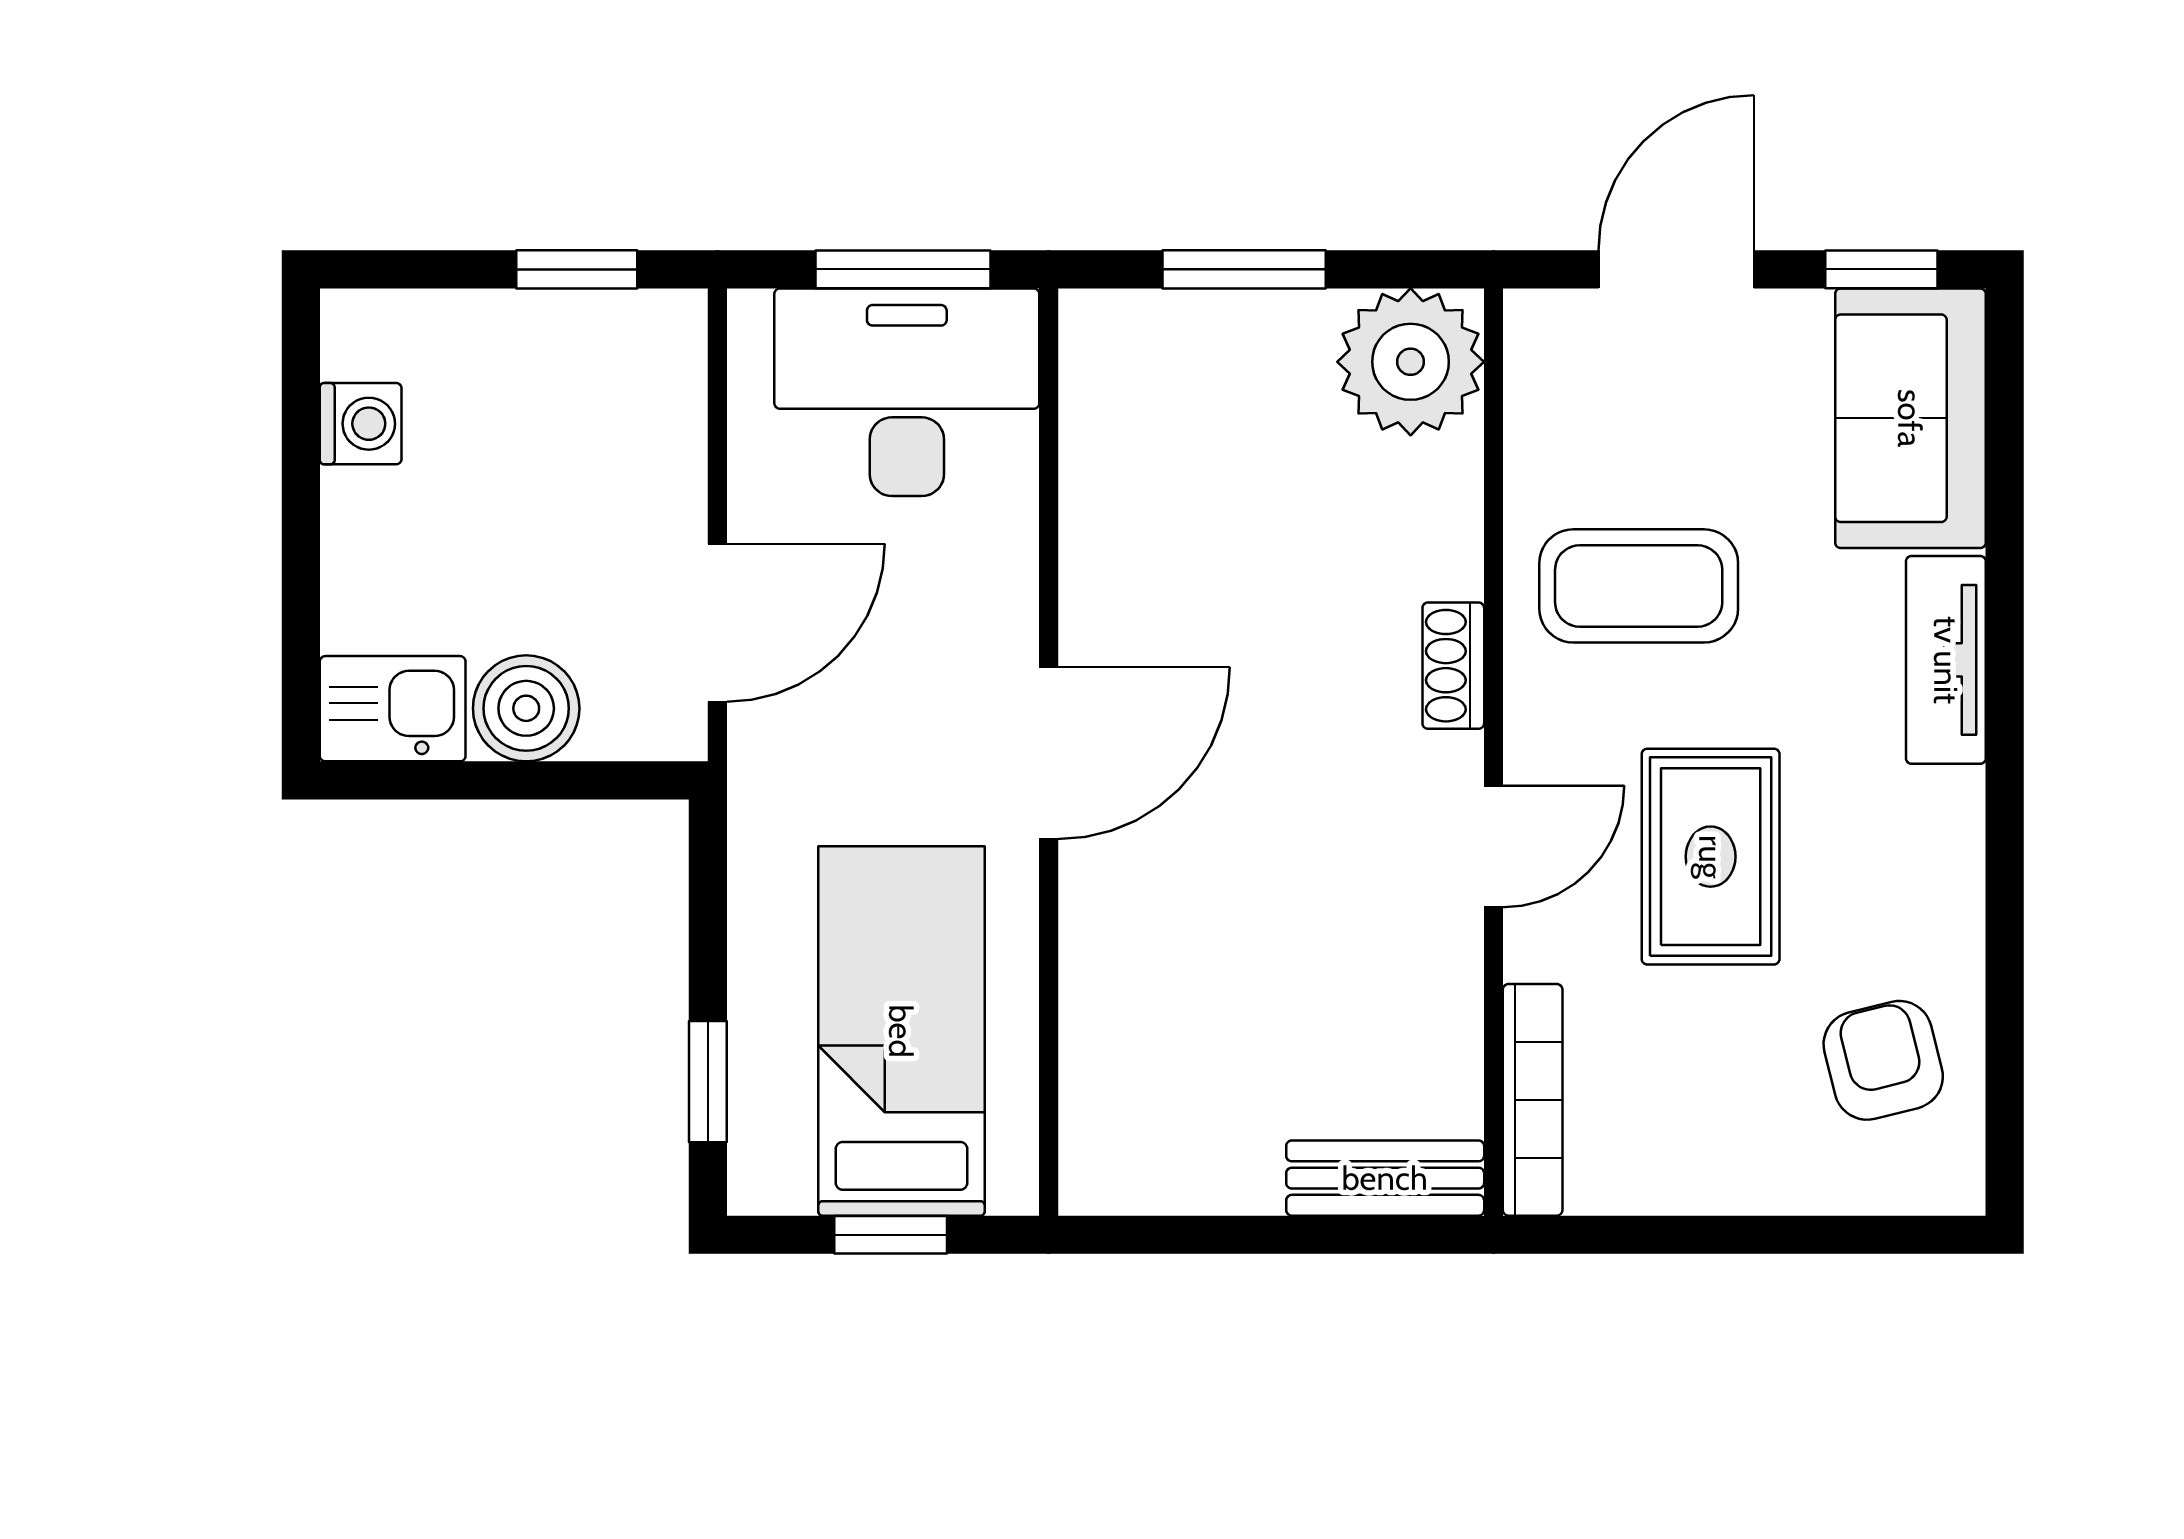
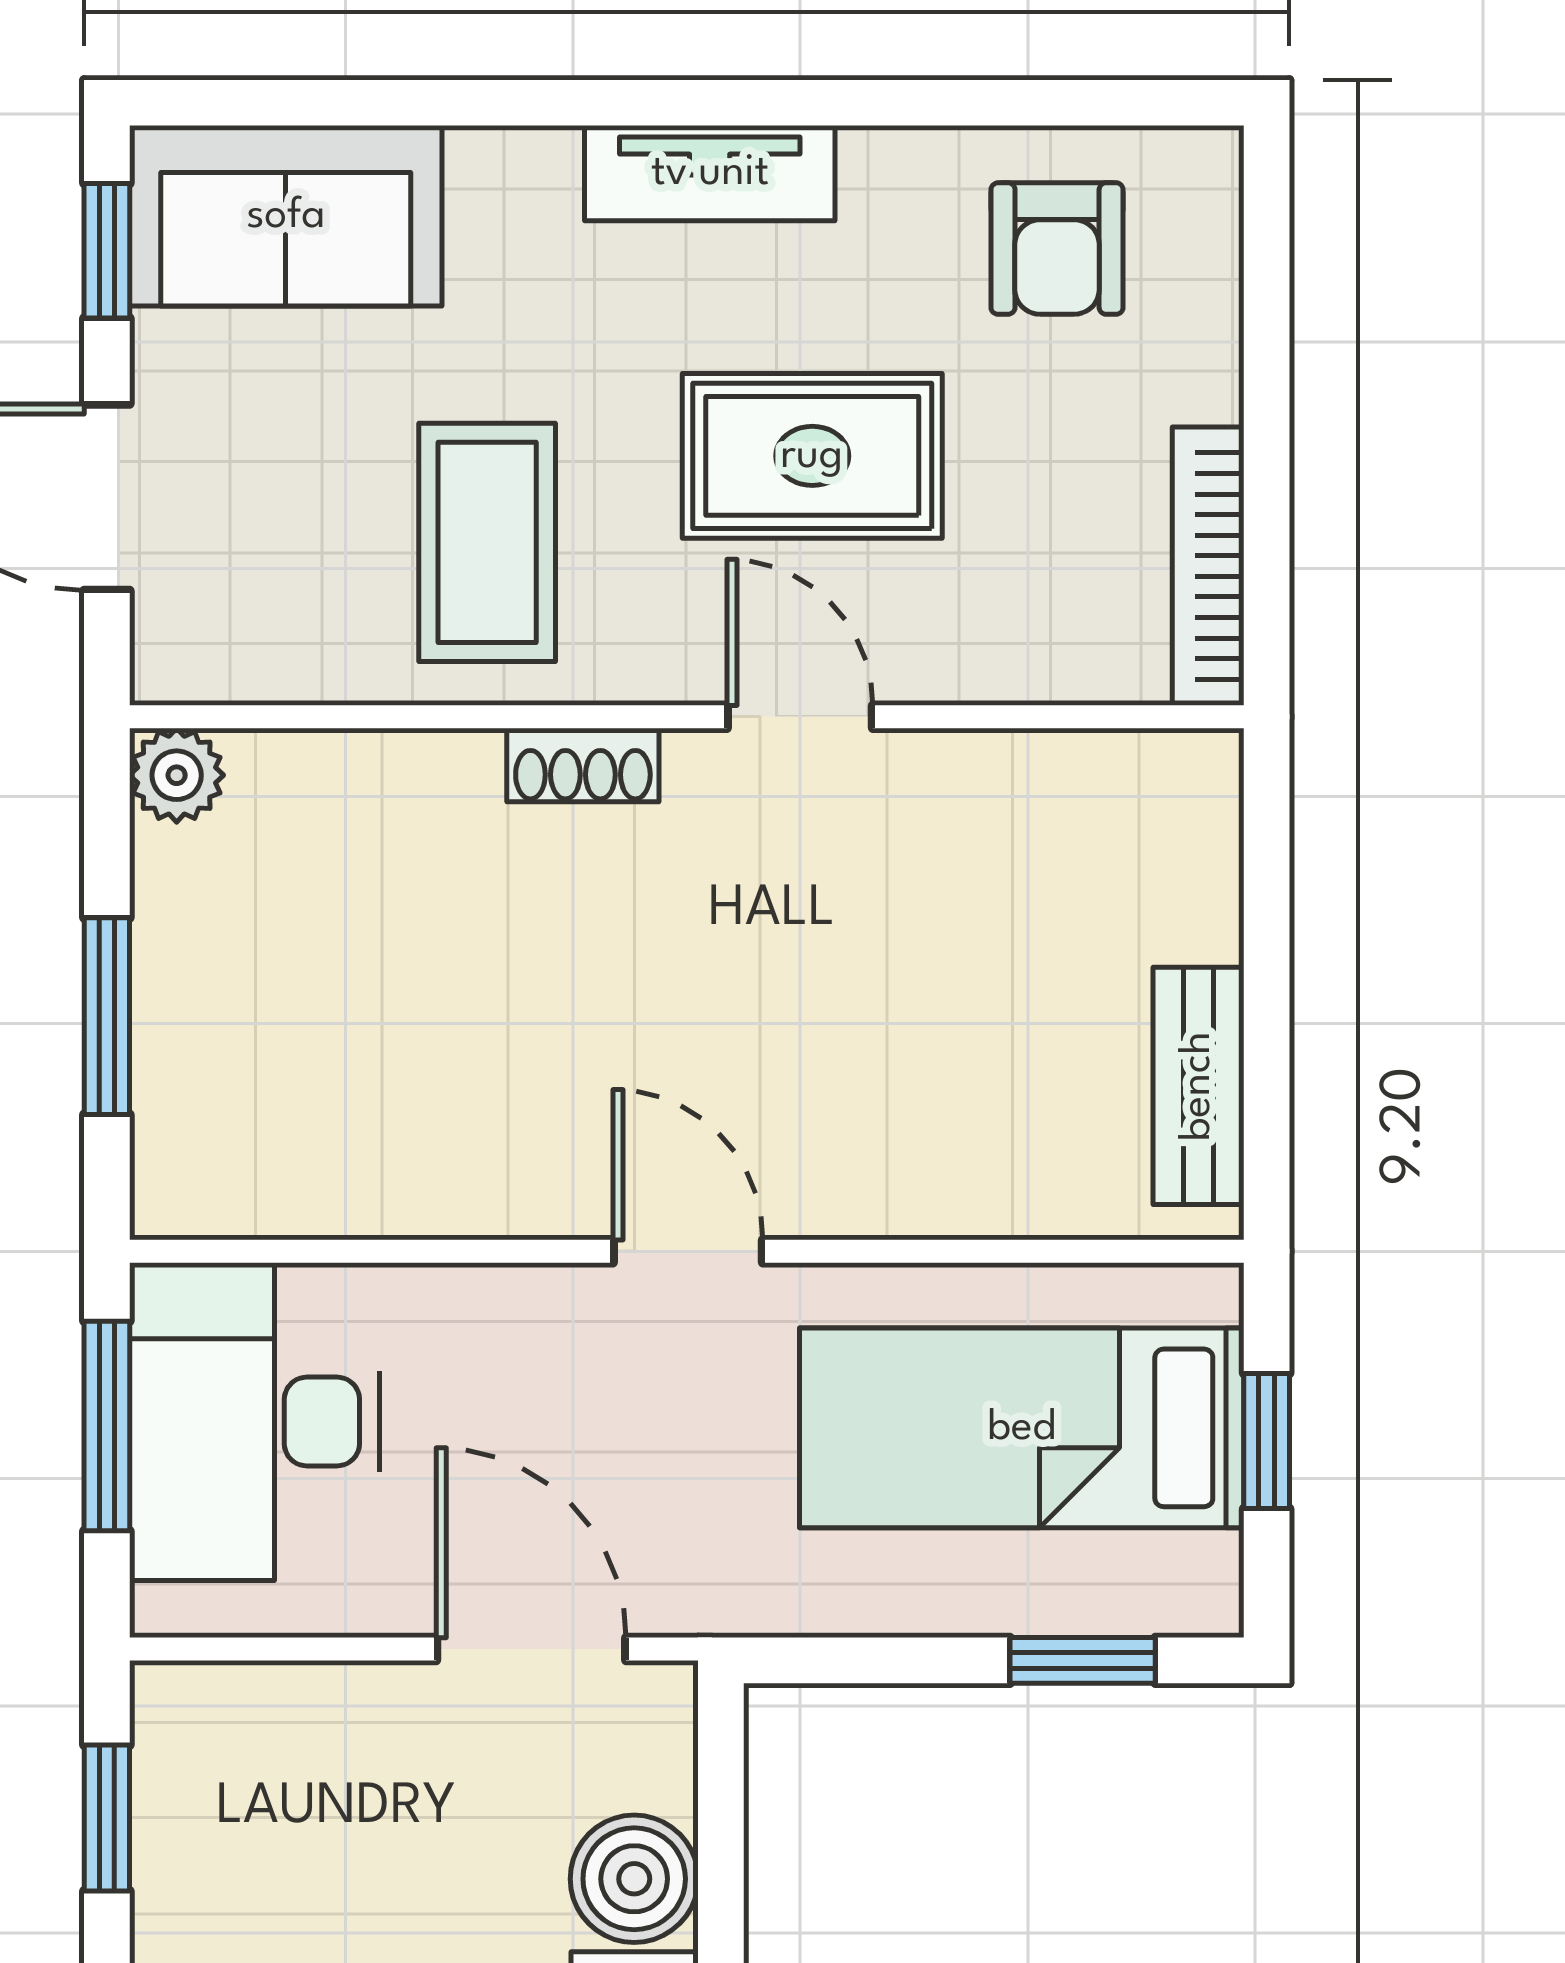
plant: (1411, 362) -> (177, 775), width x0.53, depth x0.53
tv unit: (1946, 660) -> (710, 173), moved
door: (1049, 753) -> (688, 1251), width x0.73
armchair: (1883, 1060) -> (1057, 249), turned -76
bookcase: (1533, 1100) -> (1208, 566), moved, turned -90
bench: (1385, 1178) -> (1198, 1086), moved

